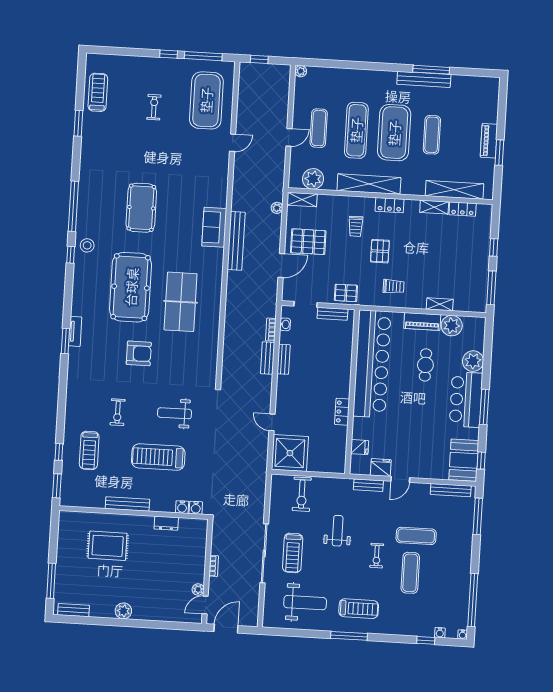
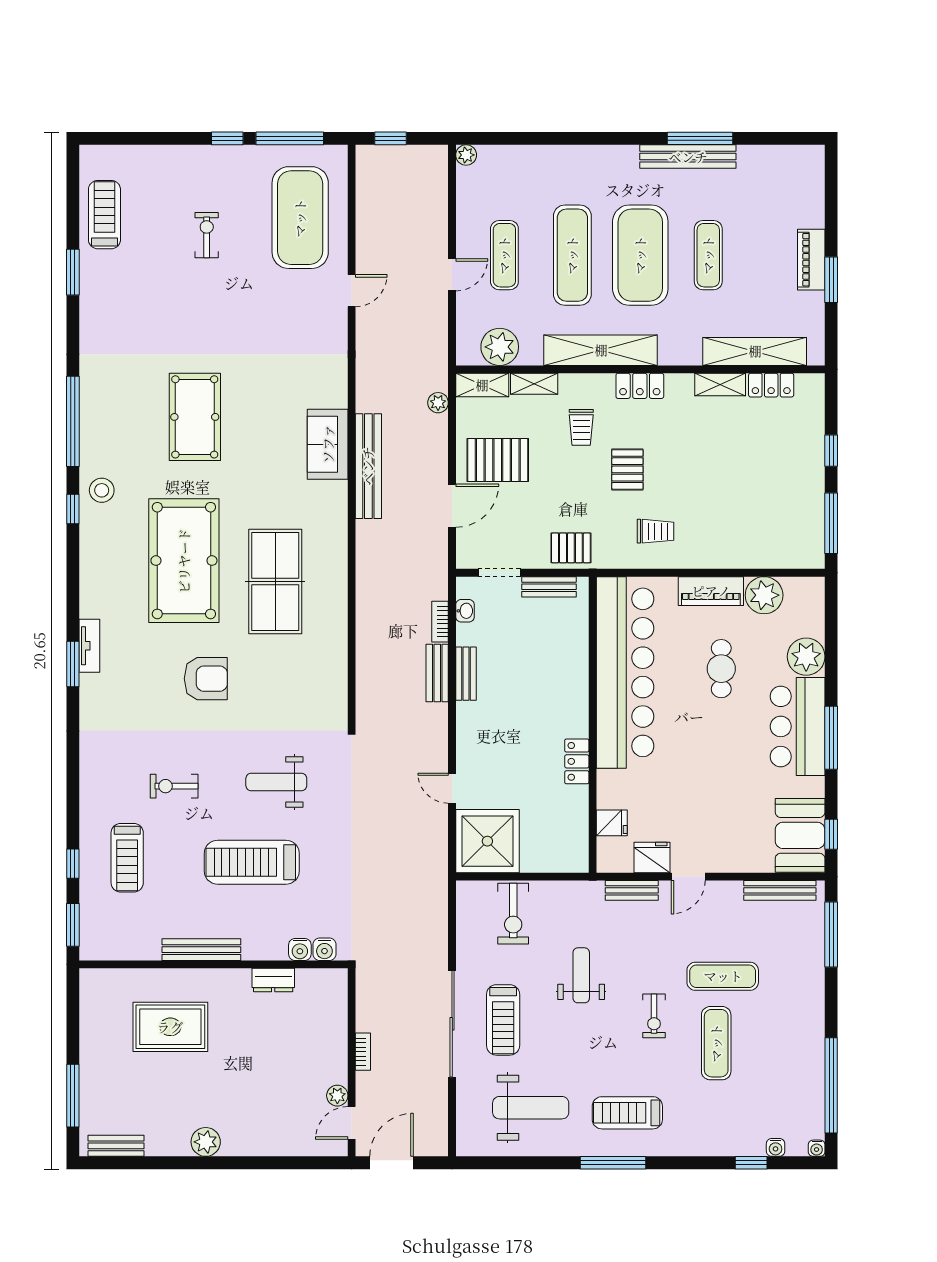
shelving: (440, 304) -> (534, 384), moved
exercise bike: (118, 412) -> (174, 786), turned 90
treadmill: (359, 609) -> (627, 1113), turned 180

